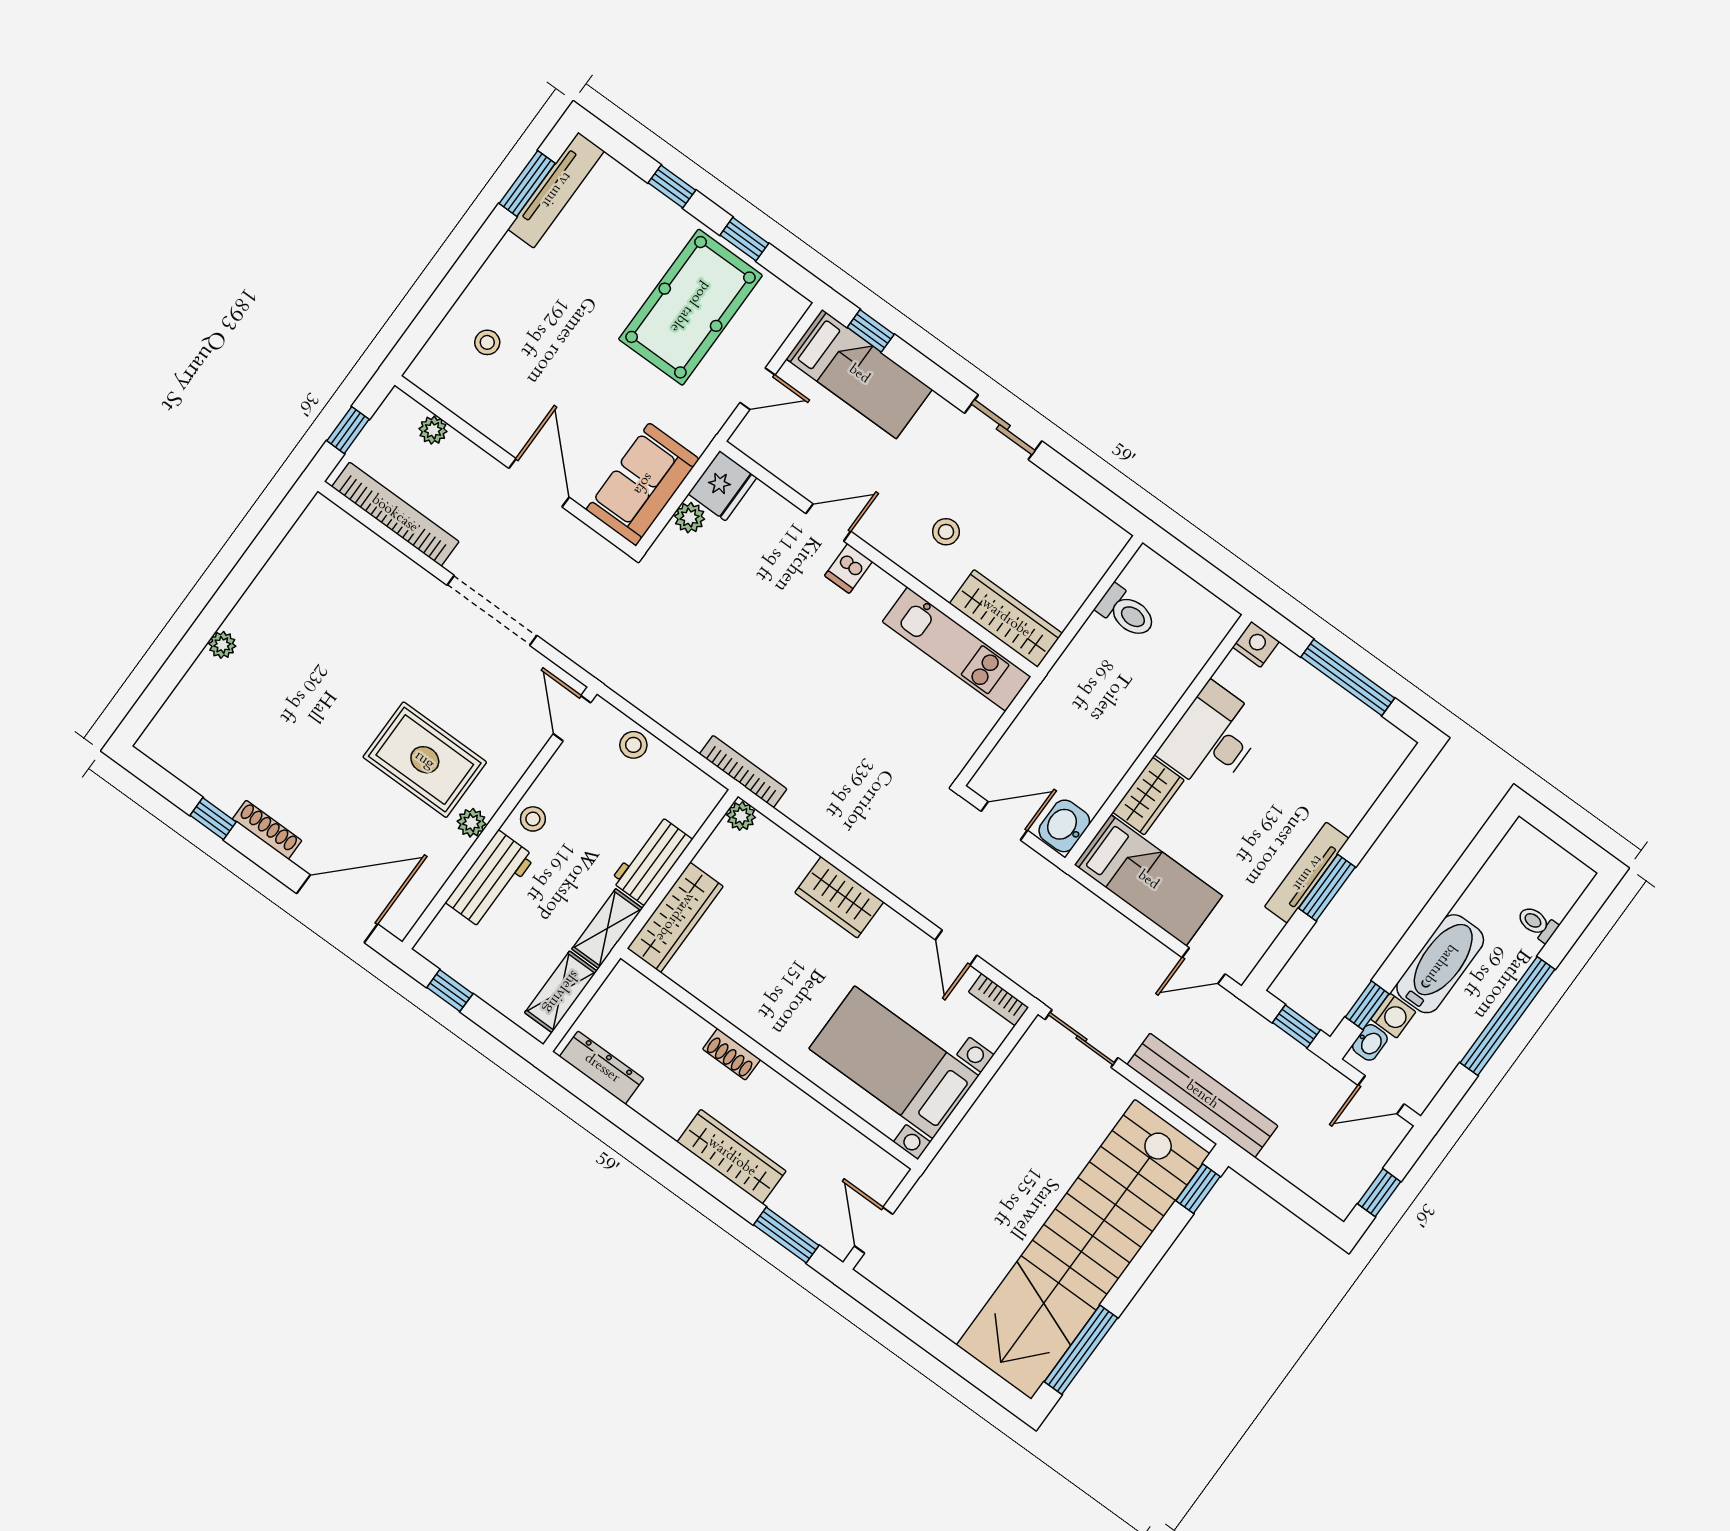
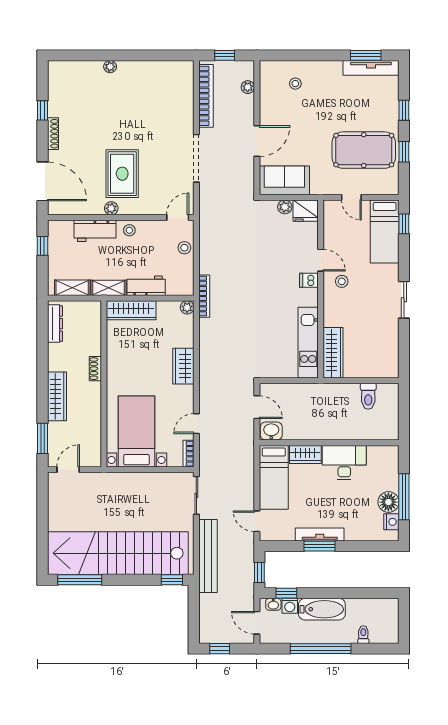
stool: (946, 532) -> (342, 281), moved
nightstand: (1256, 644) -> (391, 522), moved
floor lamp: (1337, 711) -> (388, 502), added

